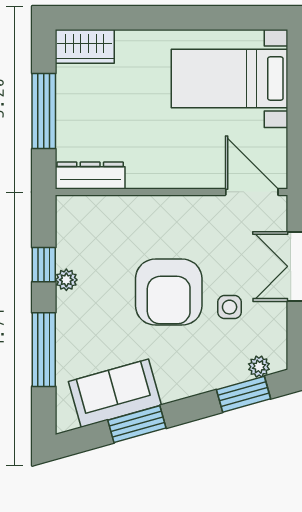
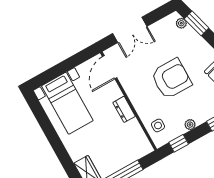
dresser: (90, 175) -> (124, 109), moved, width x0.70
window: (44, 265) -> (179, 143), moved
side table: (230, 307) -> (158, 125), moved

